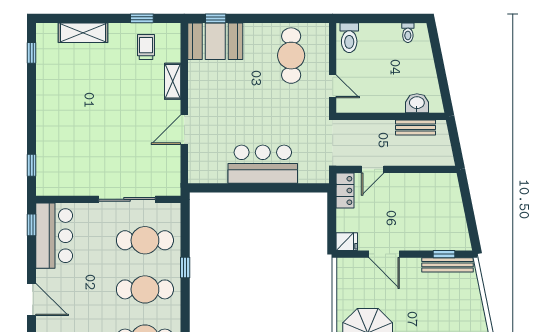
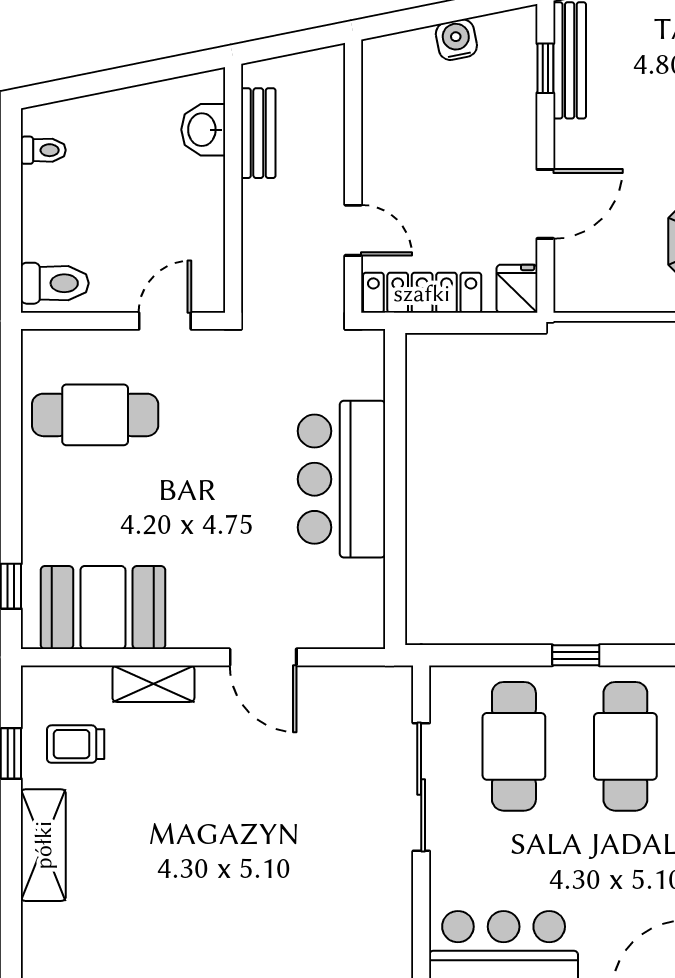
shelving: (83, 33) -> (43, 845), moved
booth: (215, 41) -> (103, 608), moved, turned 90
locker: (345, 190) -> (422, 293), width x1.53
water cooler: (457, 215) -> (456, 40), added

